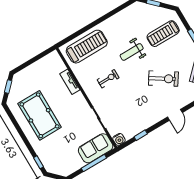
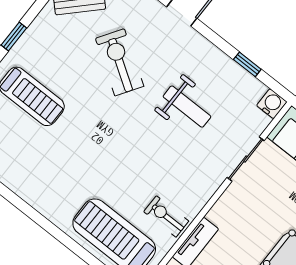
weight bench: (132, 52) -> (187, 107), moved
exercise bike: (108, 79) -> (166, 216), moved

